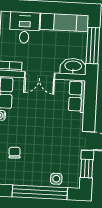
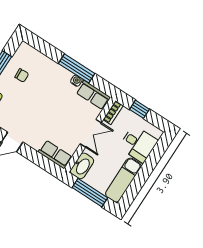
double door: (40, 75) -> (91, 133), swing flipped
chair: (15, 153) -> (22, 75), moved

